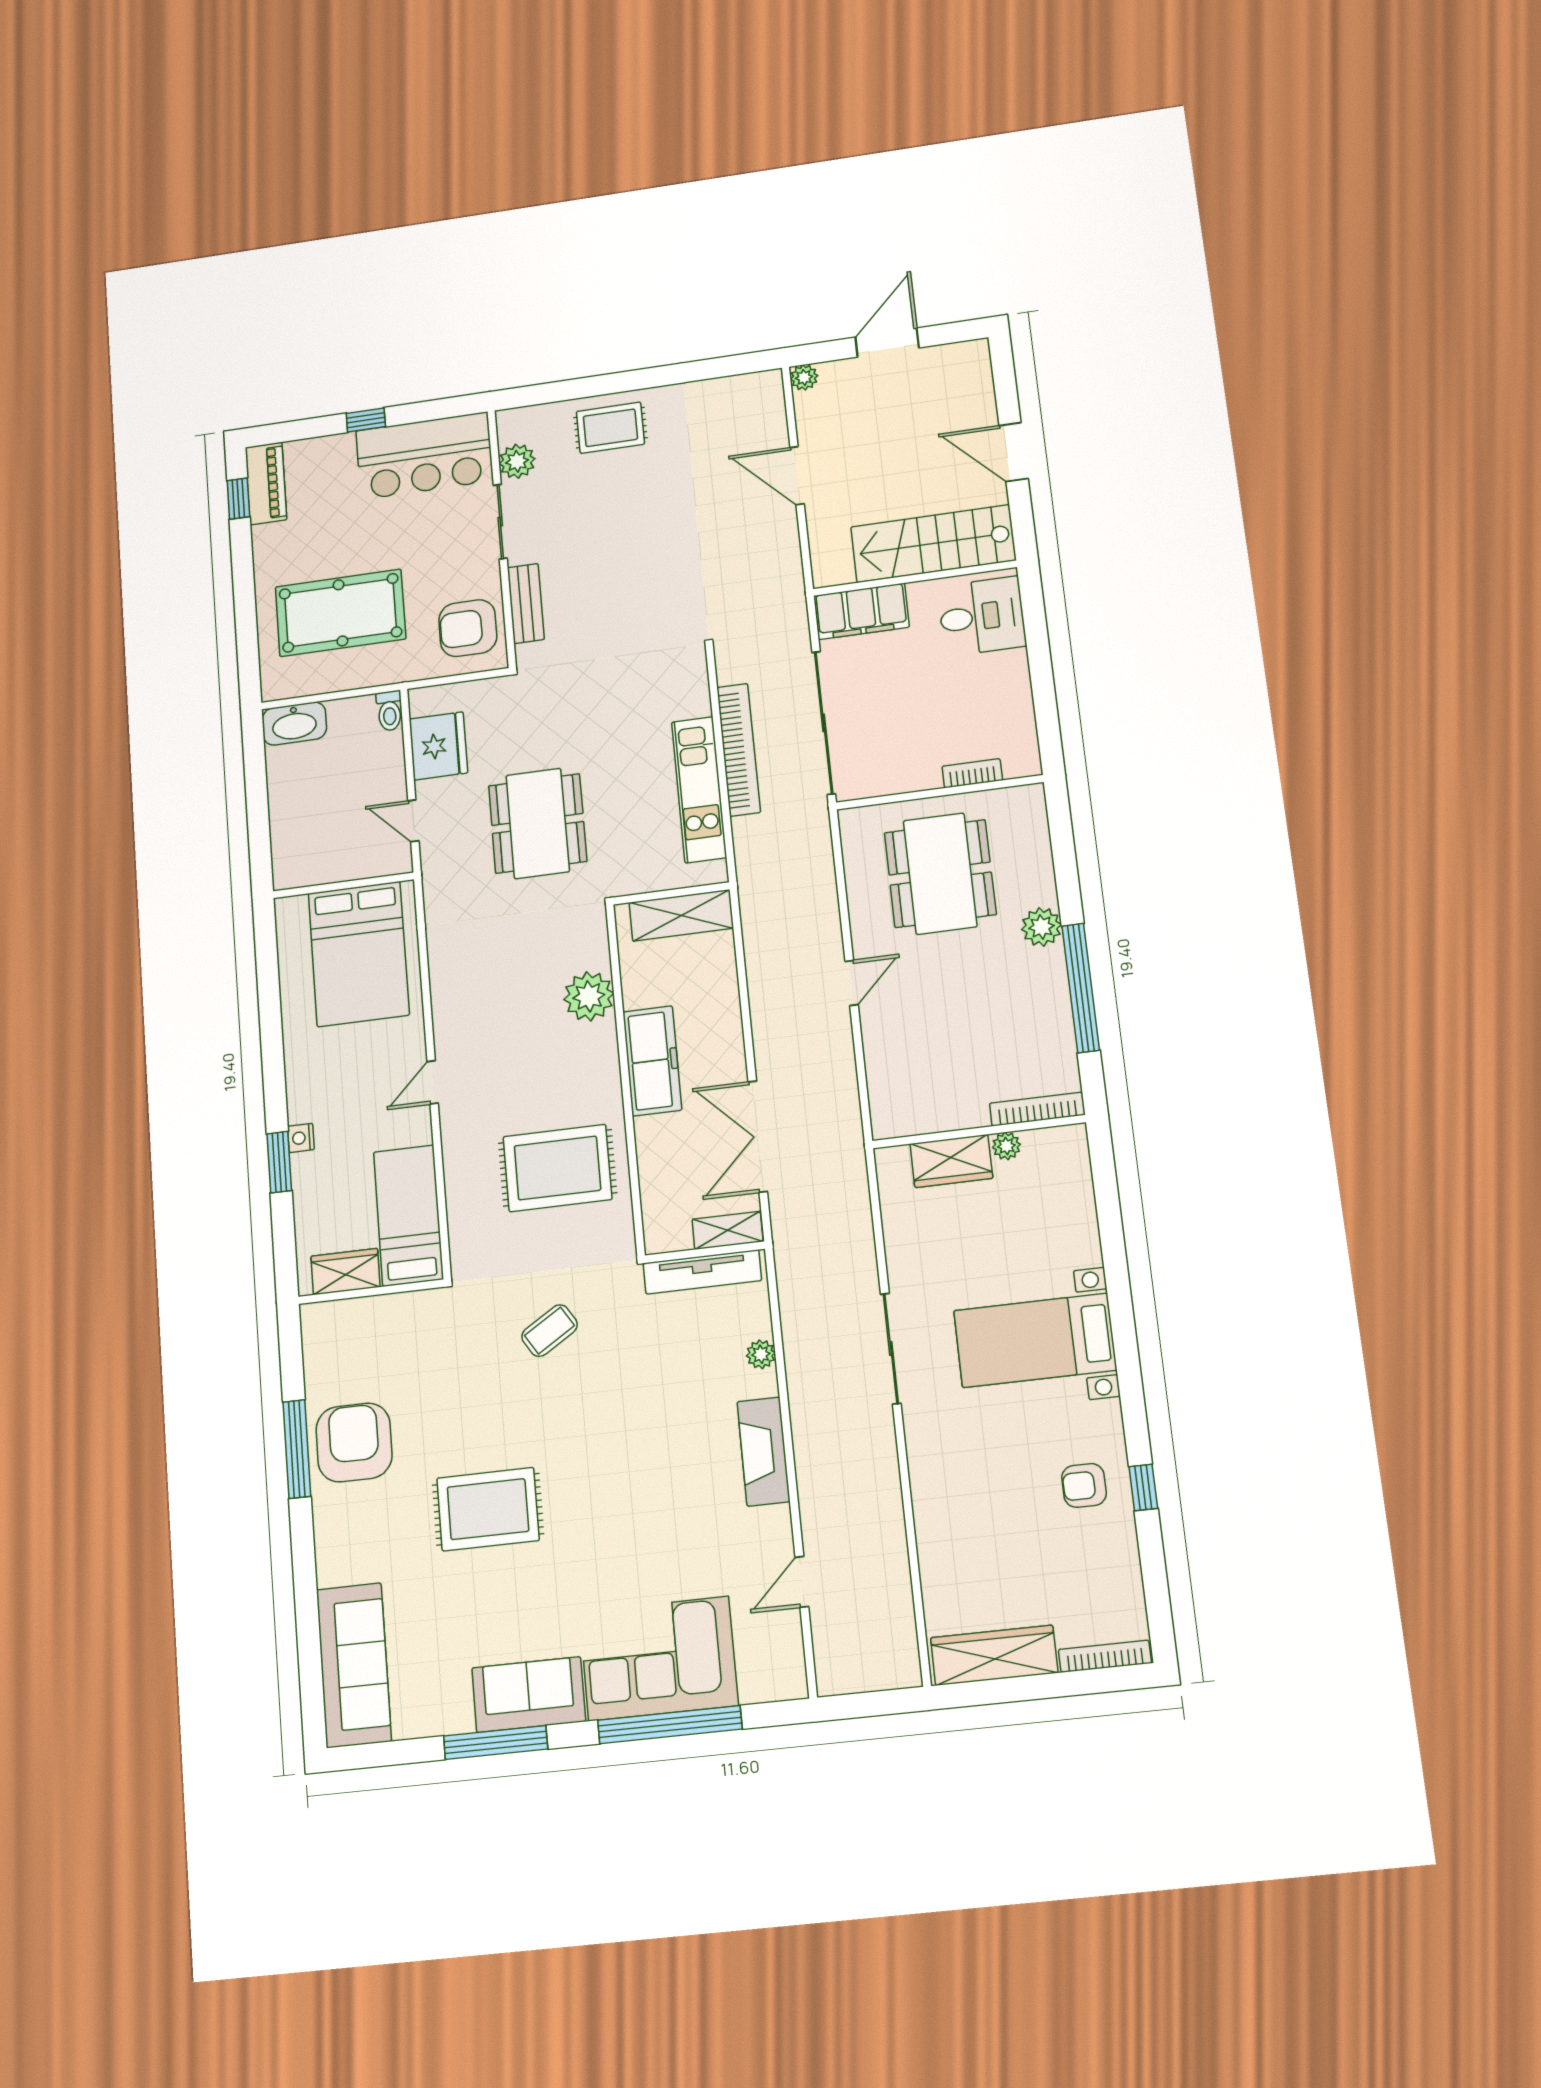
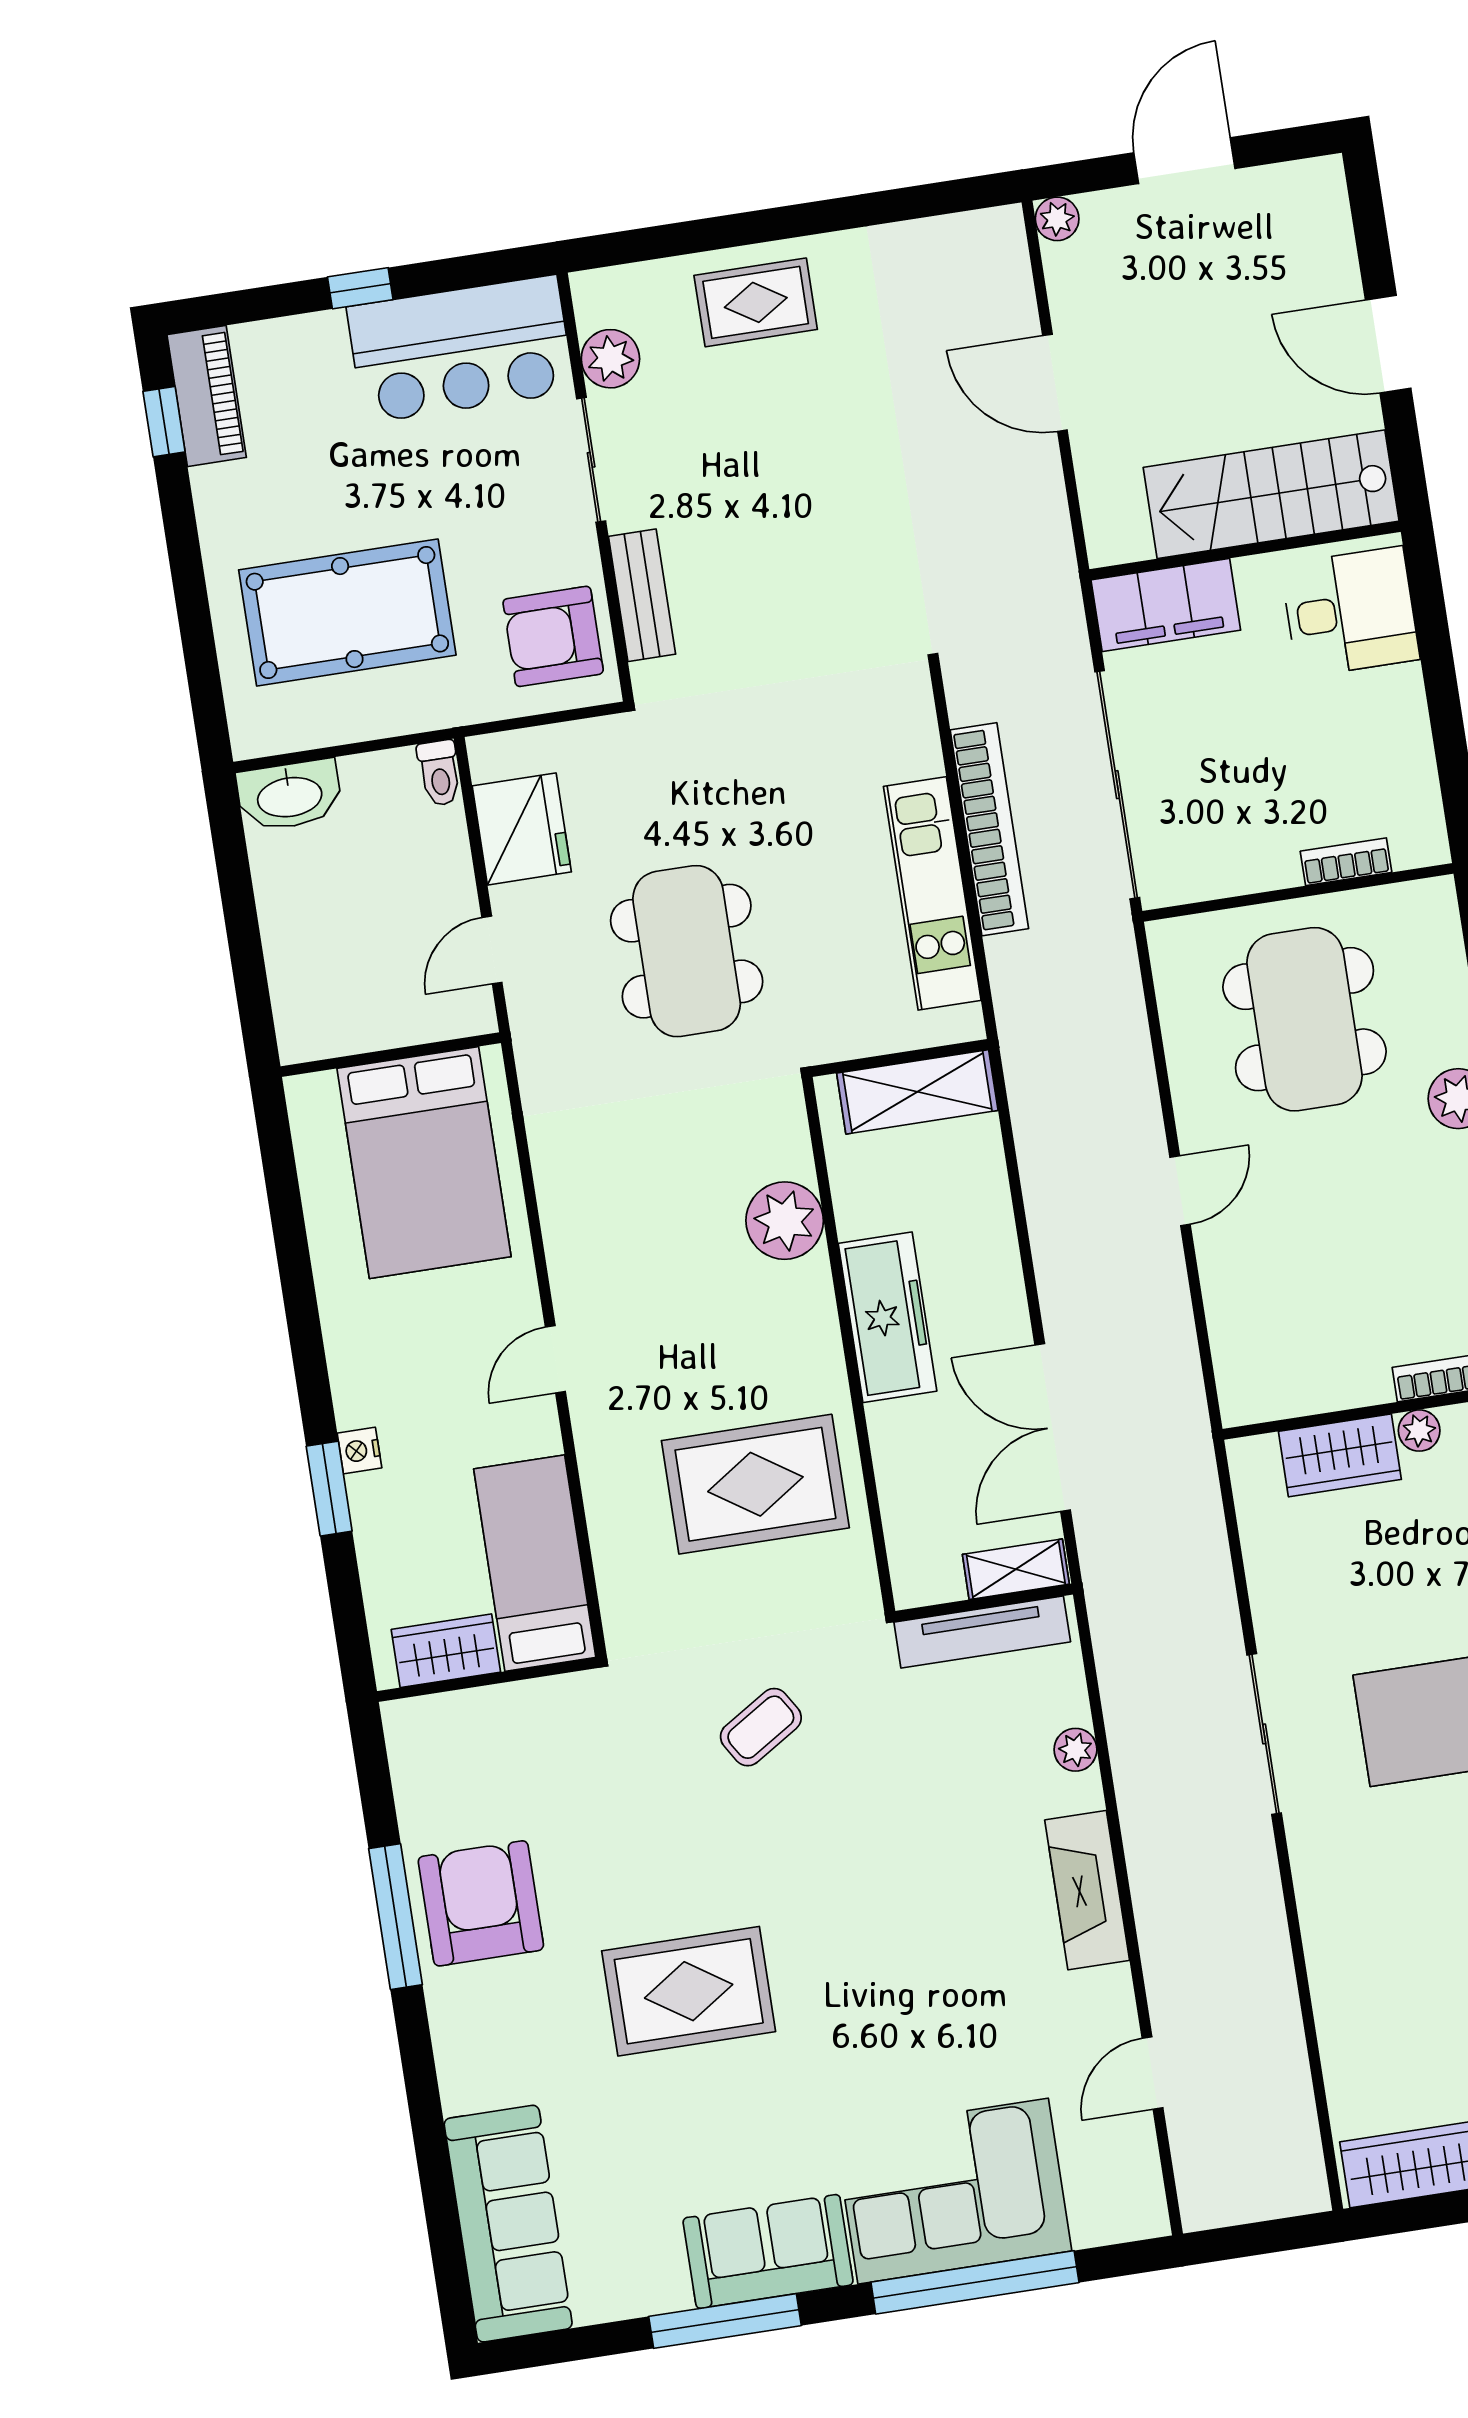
door: (413, 821) -> (492, 950), hinge flipped

